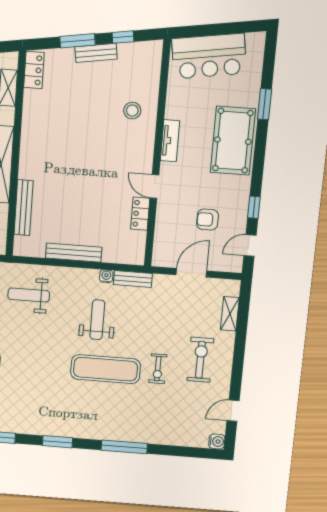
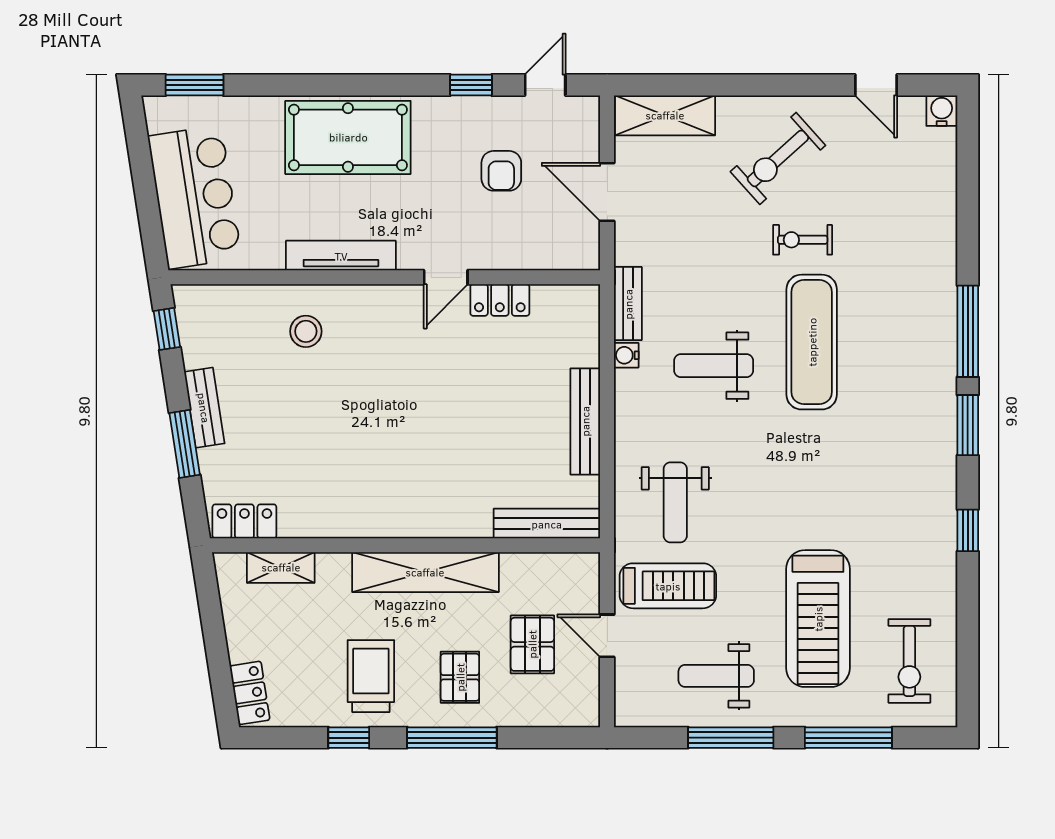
window: (123, 37) -> (167, 329), moved
window: (265, 104) -> (194, 85), moved
tv unit: (170, 141) -> (341, 256), width x1.41
bench: (24, 208) -> (547, 524), moved
door: (250, 246) -> (545, 85), swing flipped
shelving: (230, 314) -> (665, 115), width x1.50, depth x1.33
exercise bike: (200, 360) -> (778, 158), turned -42
exercise bike: (158, 369) -> (803, 240), turned 180
window: (124, 447) -> (968, 331), moved

